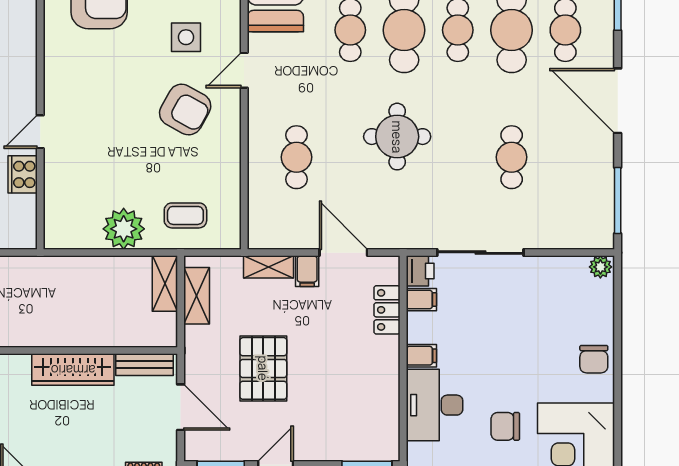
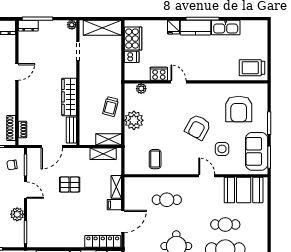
armchair: (185, 110) -> (198, 127), moved
plant: (55, 213) -> (141, 89), added
coffee table: (185, 215) -> (155, 159), moved
trolley: (94, 279) -> (111, 106), added
locker: (387, 310) -> (103, 241), width x1.53
pallet: (263, 368) -> (70, 185), width x0.67, depth x0.71

